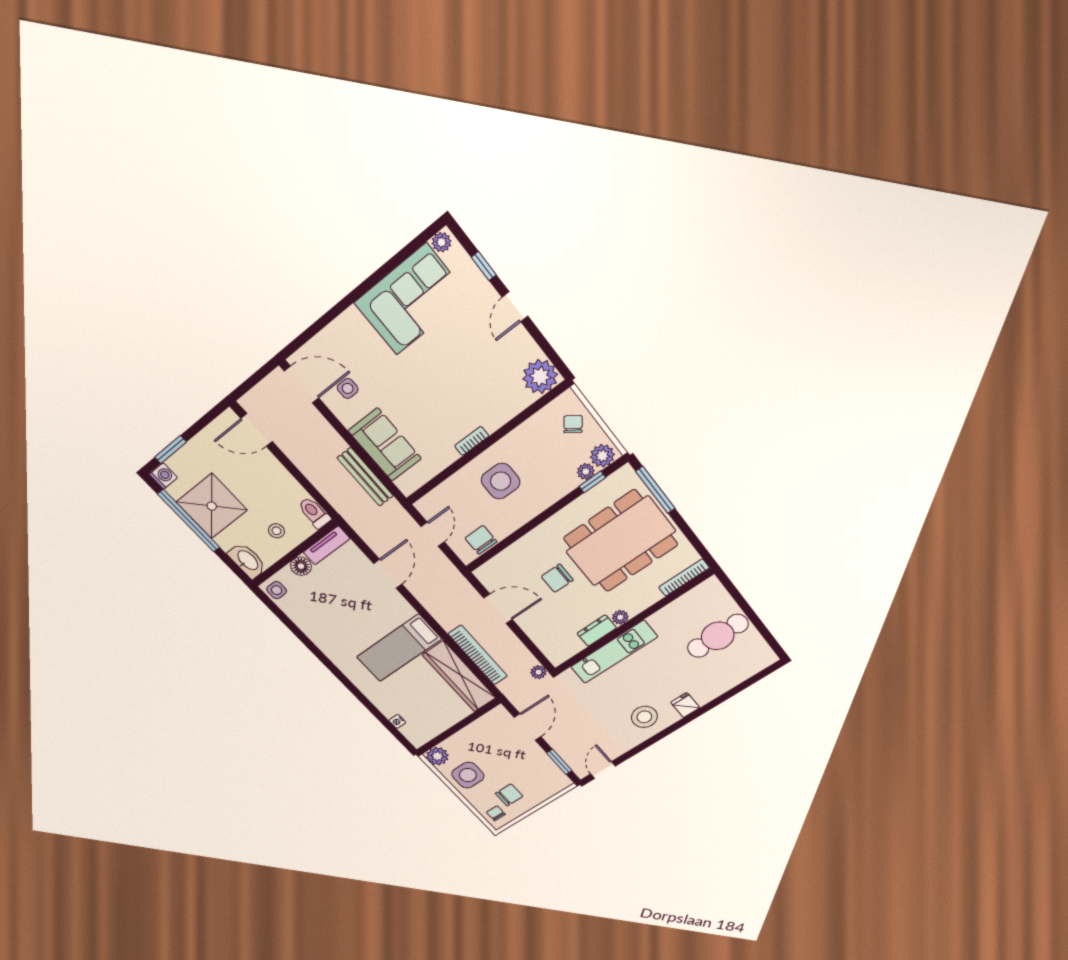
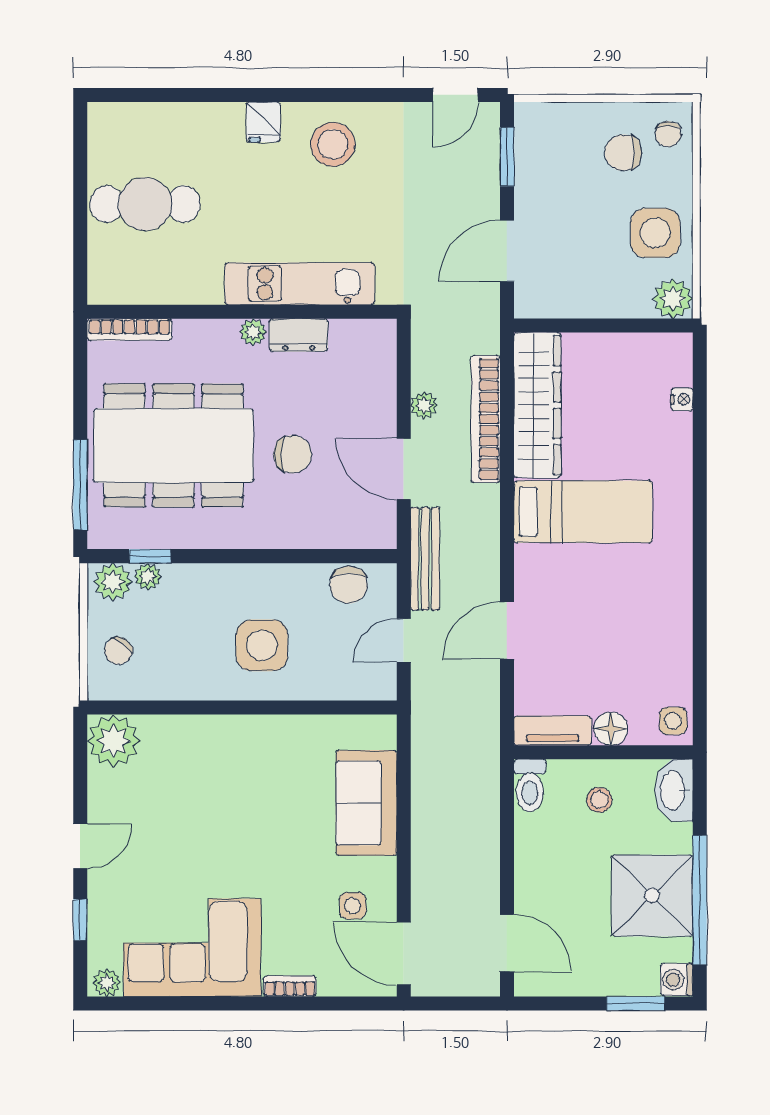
bookcase: (472, 441) -> (290, 986), moved, turned 180
bench: (365, 477) -> (425, 559), moved
plant: (539, 672) -> (424, 405), moved

